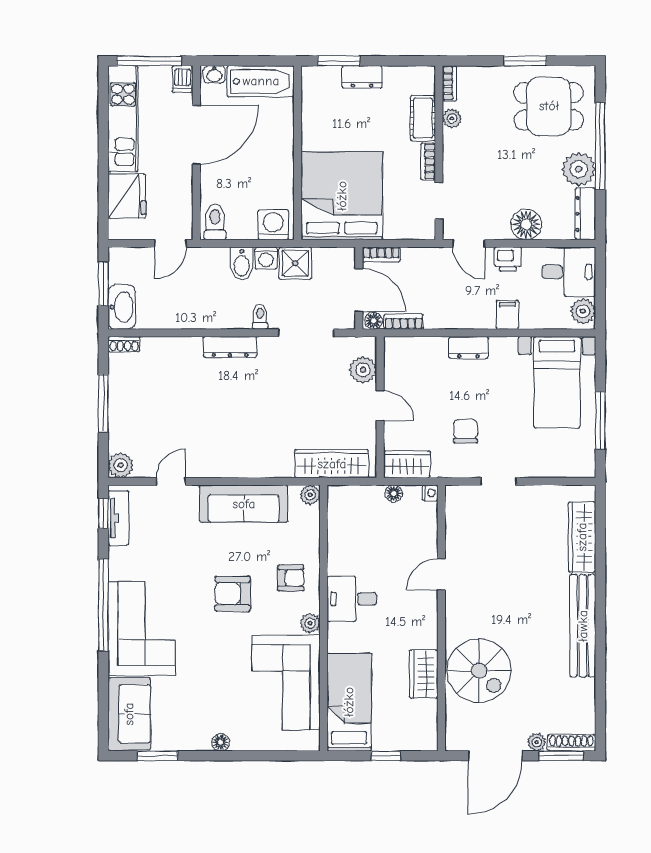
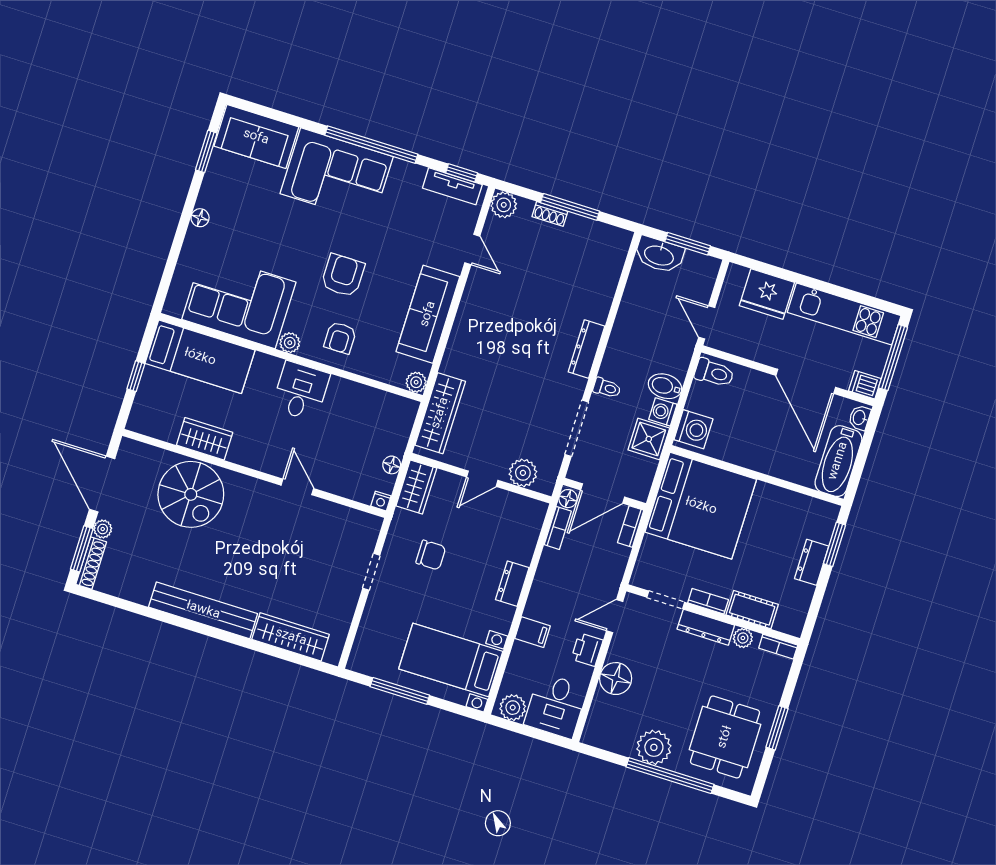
dresser: (585, 214) -> (706, 627), moved, turned 180
shoe rack: (124, 344) -> (550, 214), moved, turned -90
spiral stairs: (479, 671) -> (191, 494), turned -90

